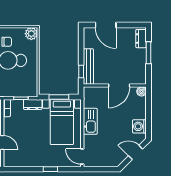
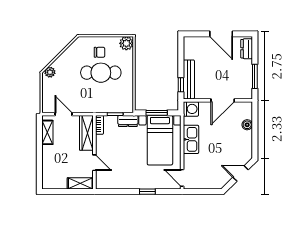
door: (106, 25) -> (221, 34), moved
window: (149, 53) -> (255, 76), moved
boiler: (142, 91) -> (247, 125), moved
washing machine: (139, 126) -> (191, 109), moved, turned 180

